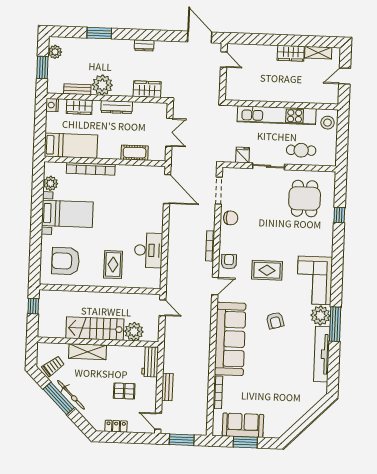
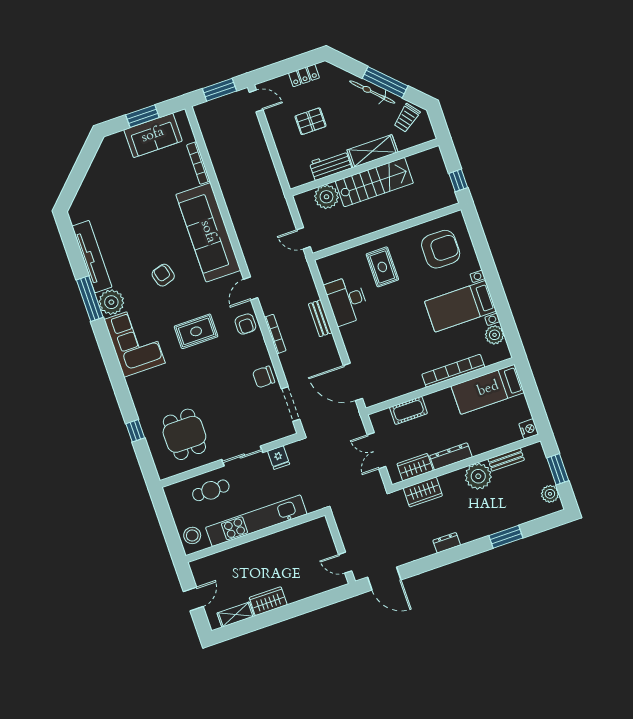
wardrobe: (79, 107) -> (415, 467), moved
workbench: (150, 362) -> (330, 165), moved, turned -90
bench: (167, 387) -> (320, 318), moved

